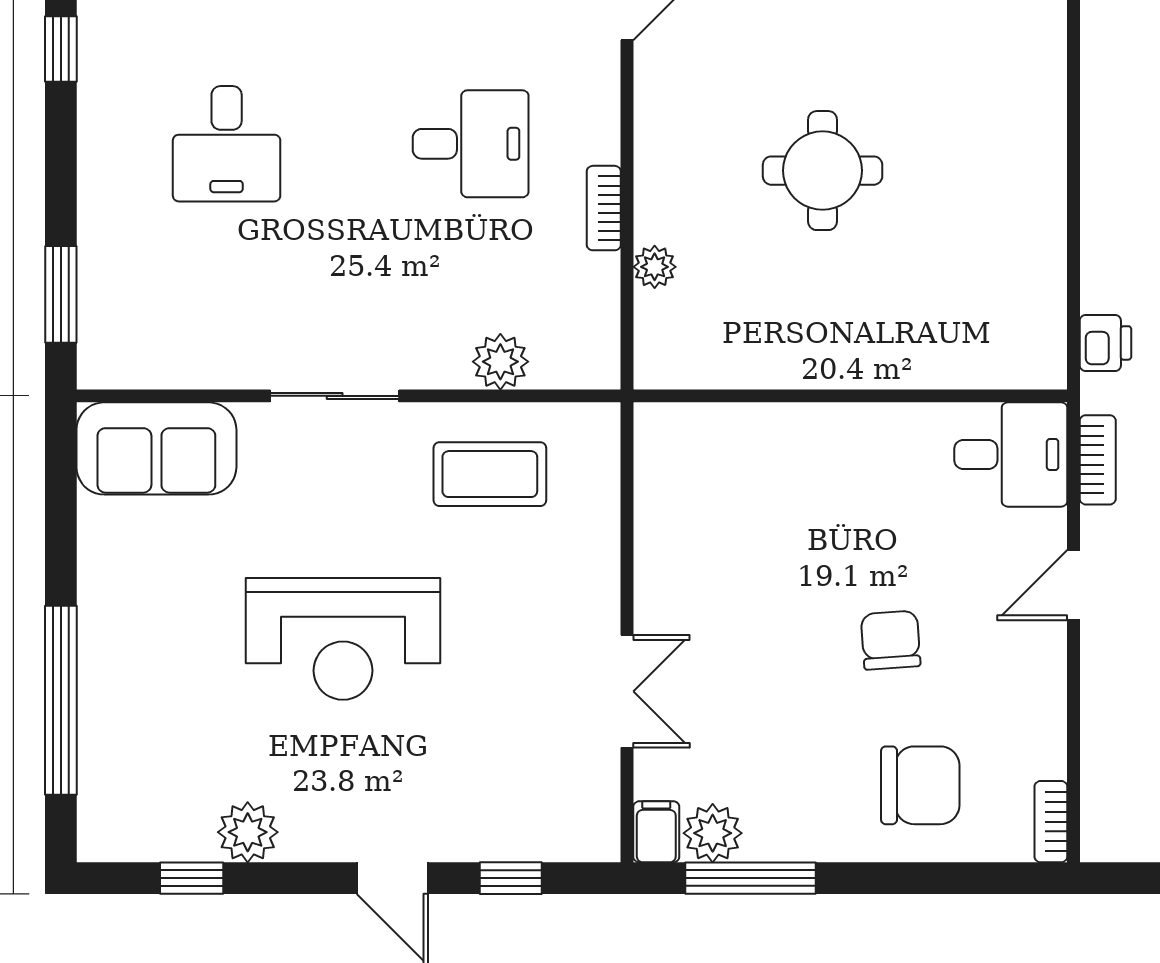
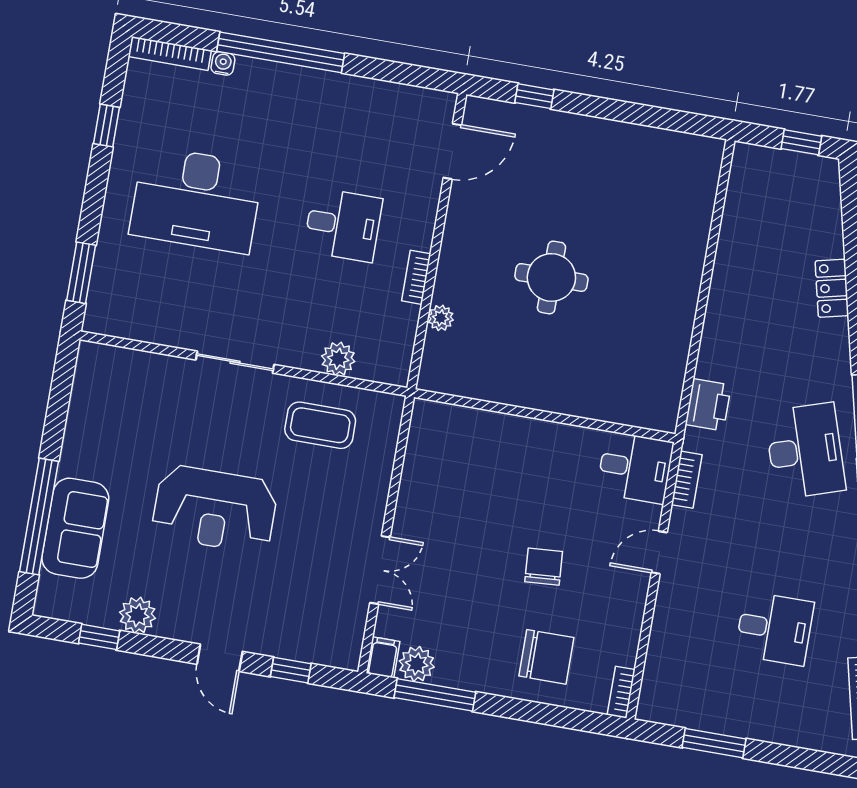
desk: (227, 144) -> (196, 200), width x1.87, depth x1.30
printer: (1105, 343) -> (708, 405), width x1.36, depth x1.24
sofa: (156, 448) -> (75, 528), moved, turned -90

